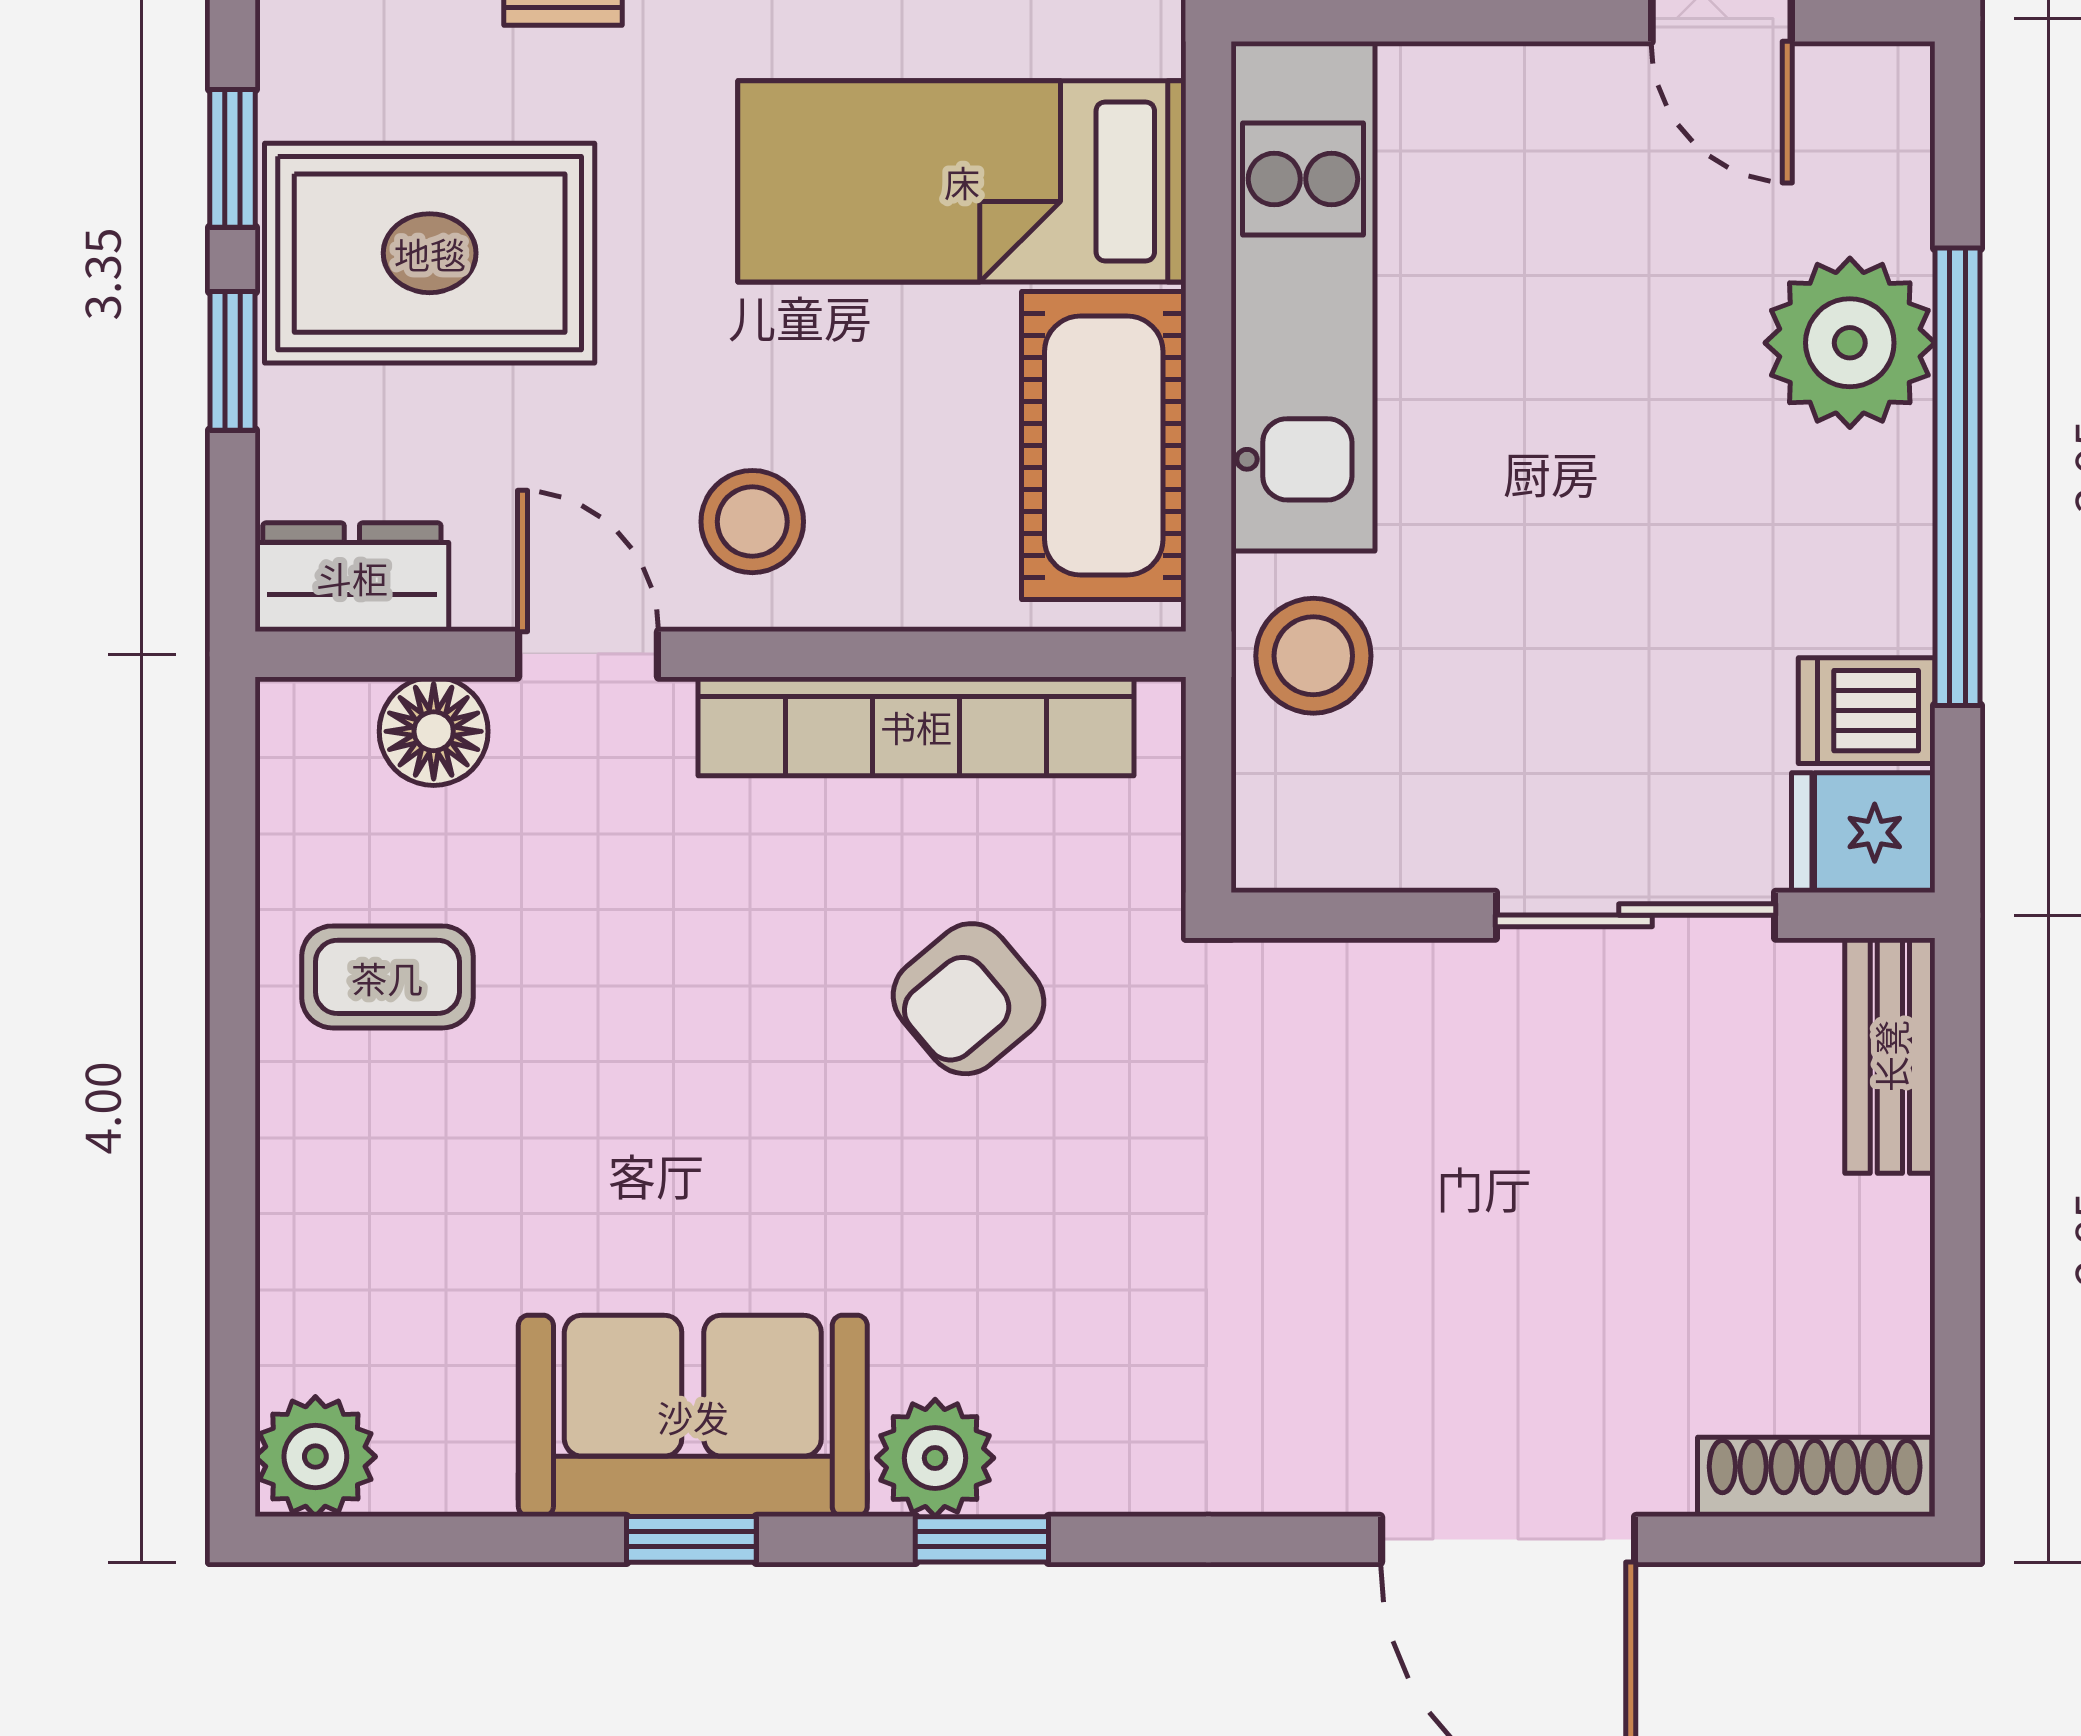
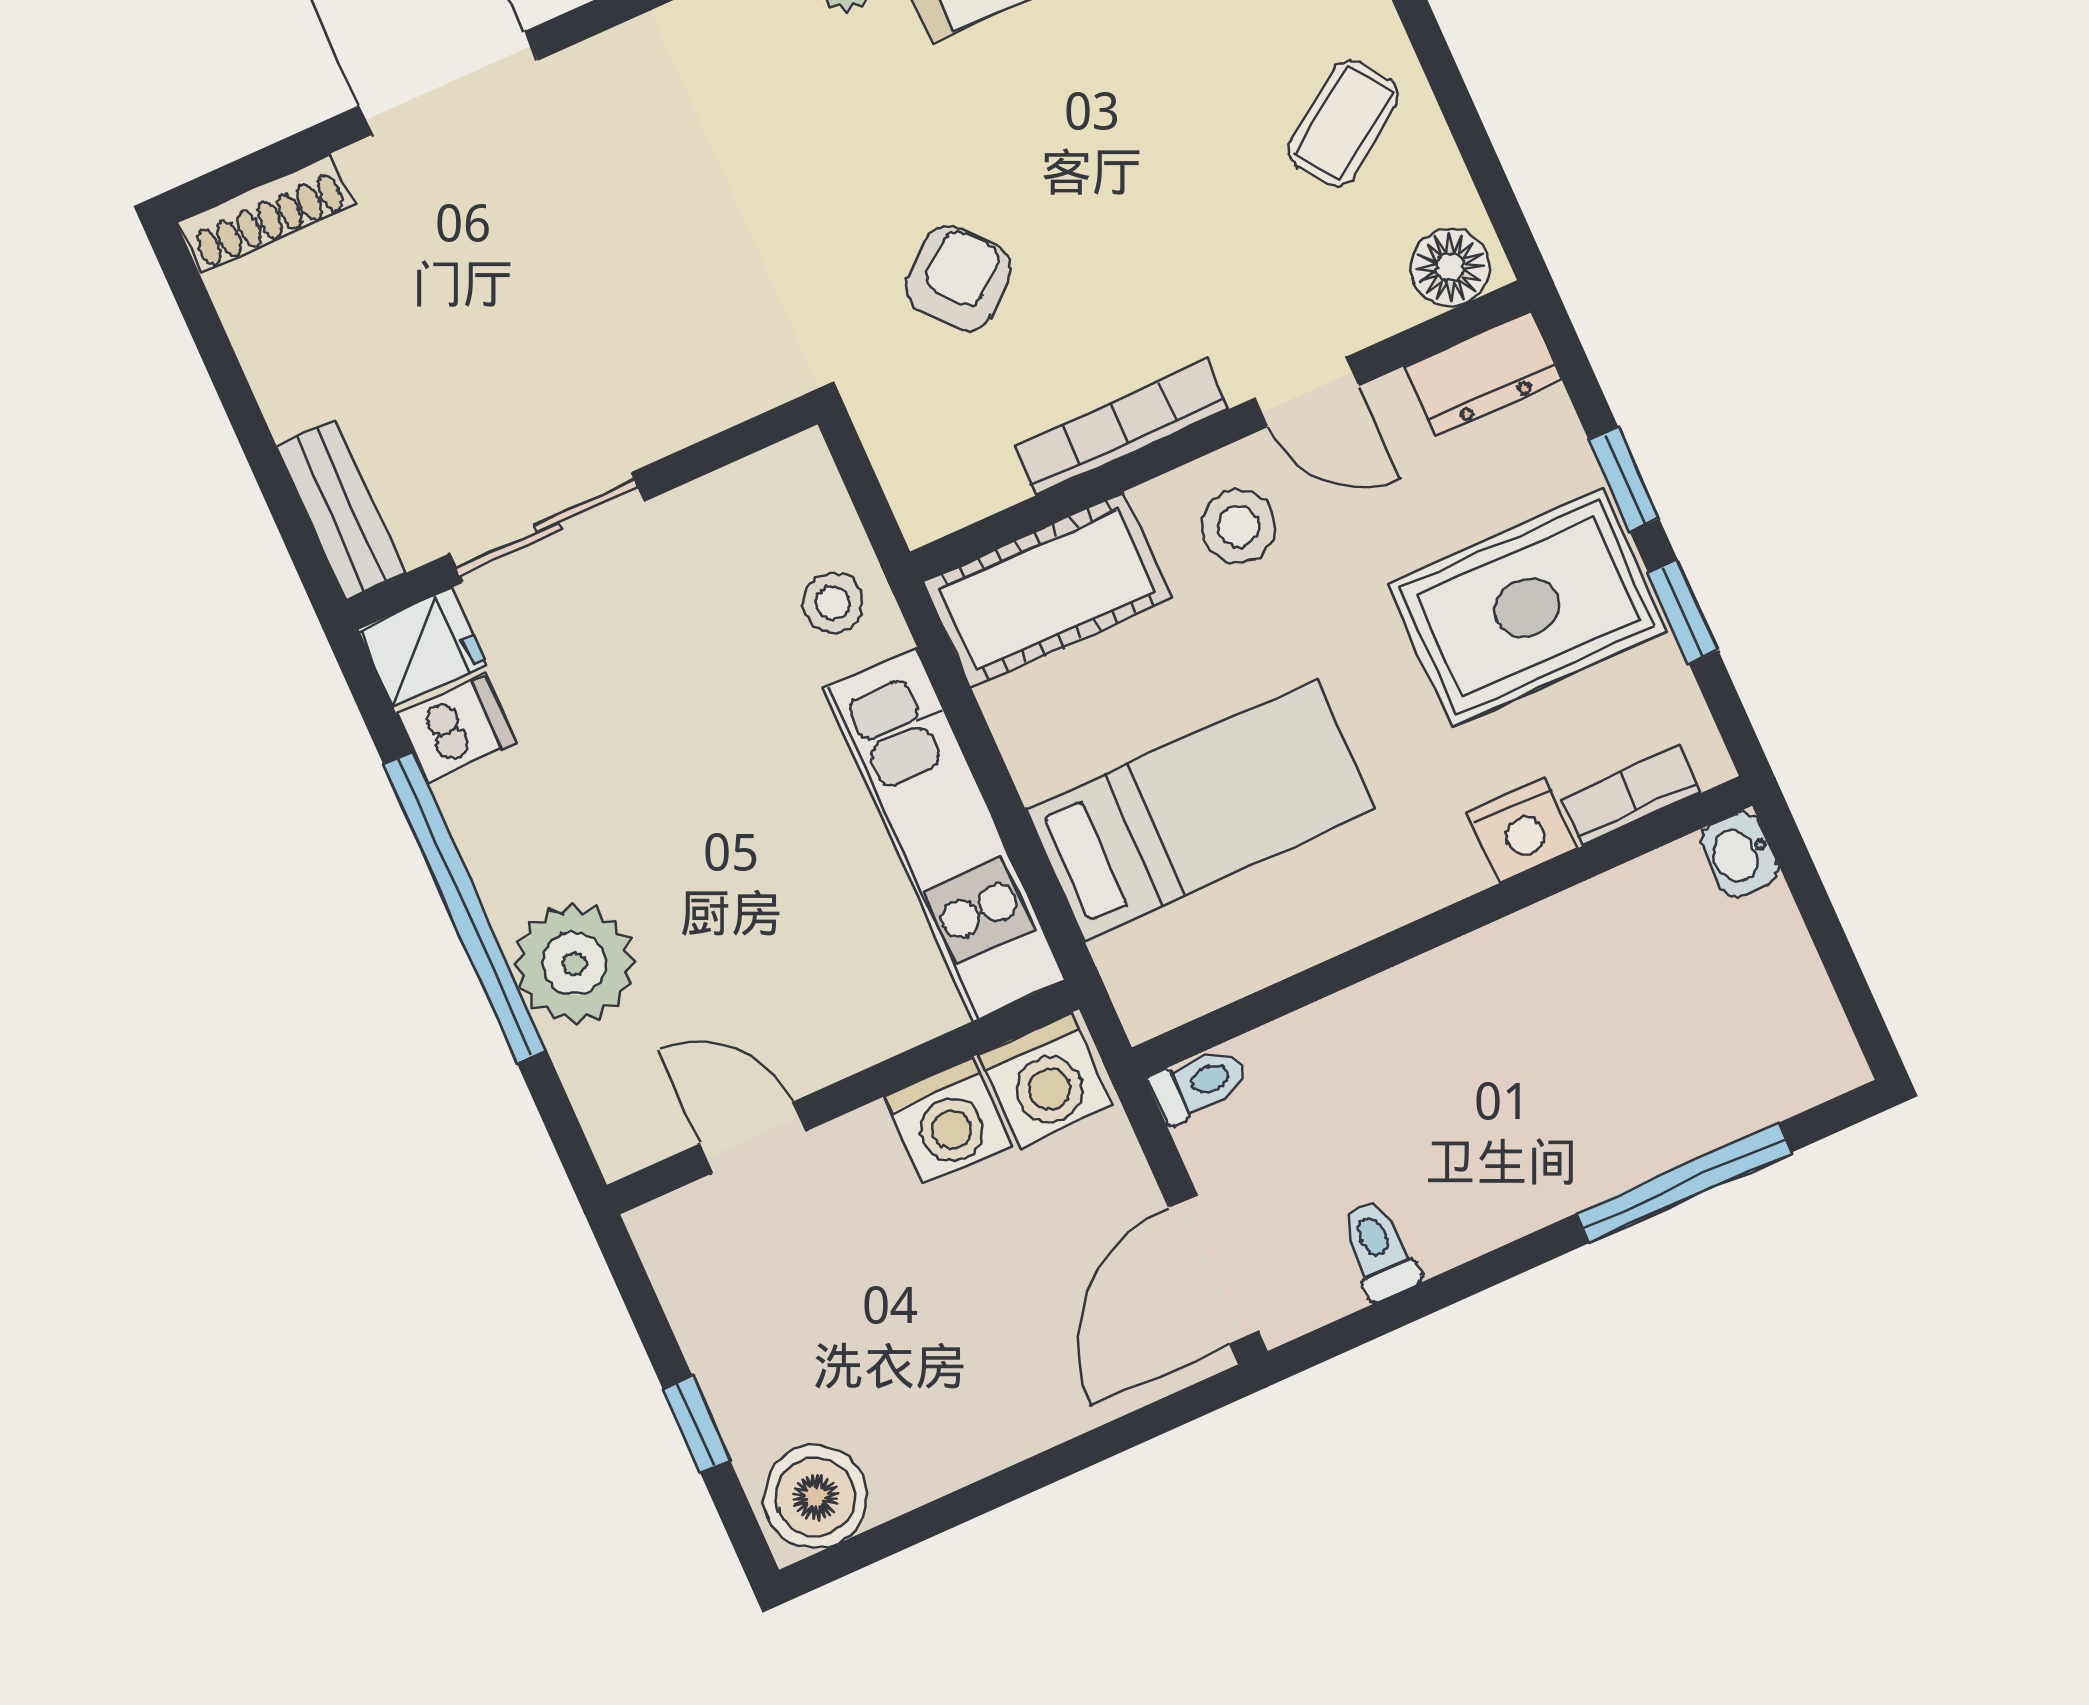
cot: (1104, 446) -> (1048, 590), moved, turned 90
stool: (1313, 656) -> (833, 603), width x0.73, depth x0.73
bookcase: (916, 726) -> (1121, 428), width x0.68, depth x0.76
floor lamp: (434, 731) -> (1450, 268), moved
coffee table: (387, 977) -> (1343, 123), turned -35

